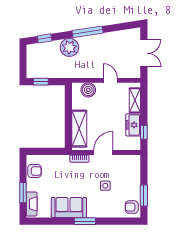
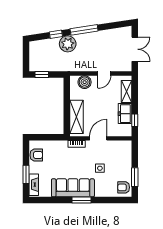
window: (45, 38) -> (56, 34), moved
door: (110, 80) -> (104, 74), swing flipped
sofa: (69, 207) -> (73, 188), width x1.36

